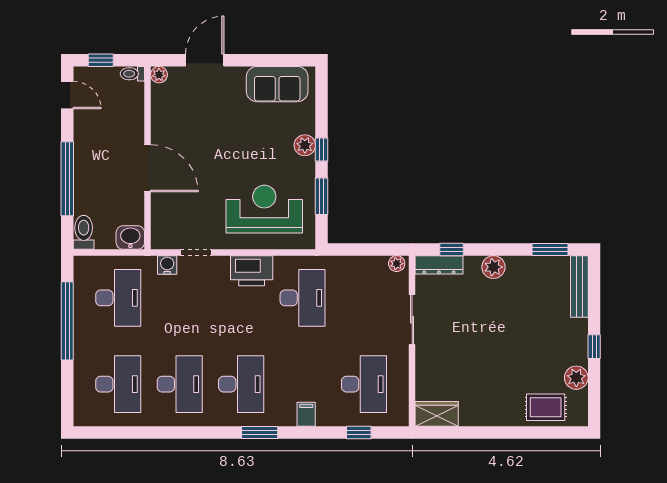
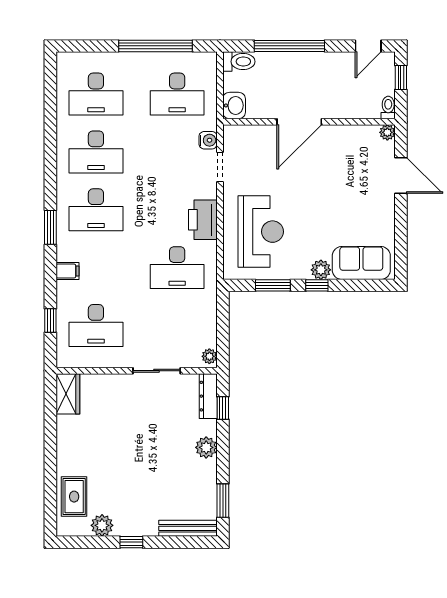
sofa: (277, 84) -> (361, 263), moved, turned 90

